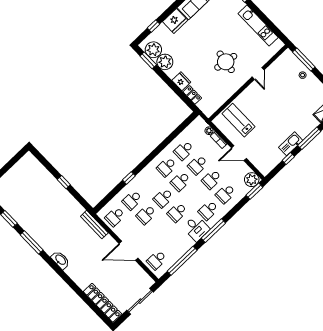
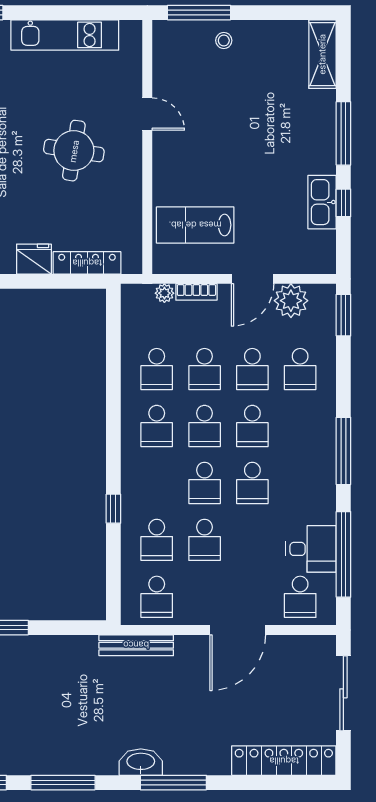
locker: (192, 95) -> (87, 263), width x1.53
kitchen sink: (291, 144) -> (322, 202), moved
plant: (252, 180) -> (291, 301), moved
school desk: (208, 210) -> (252, 426), moved
desk: (196, 228) -> (311, 549), moved
window: (64, 276) -> (173, 783), added

